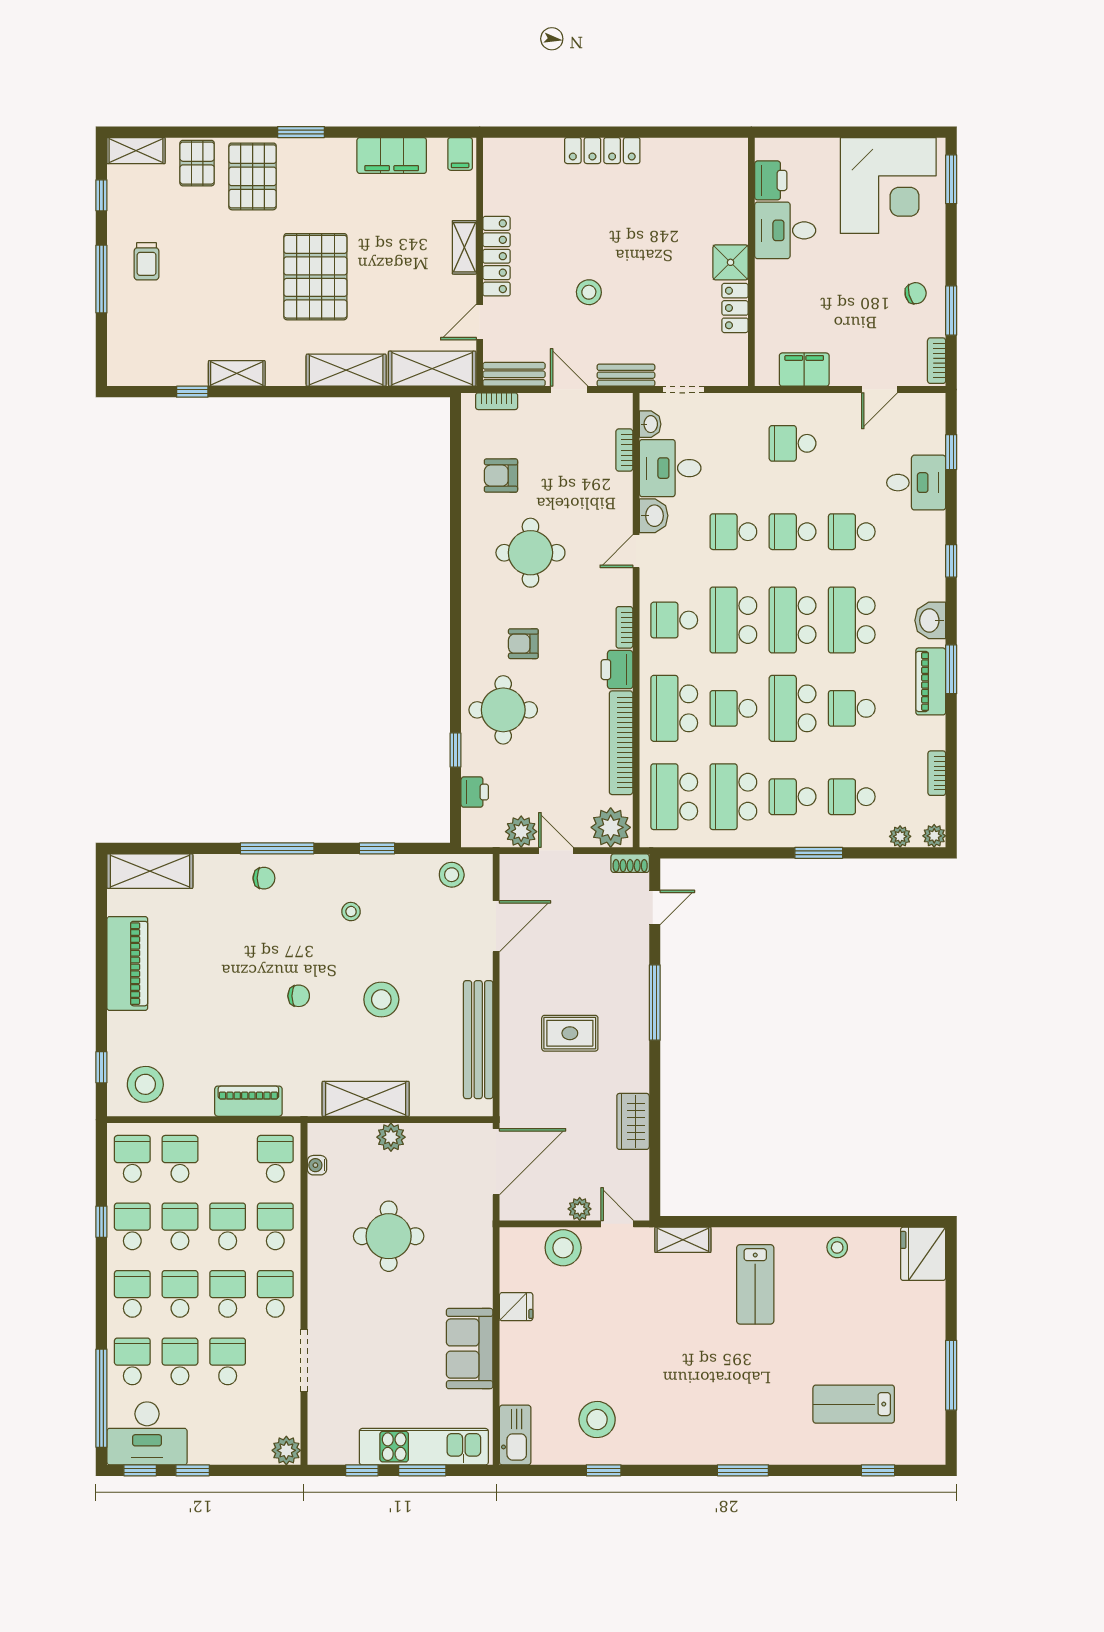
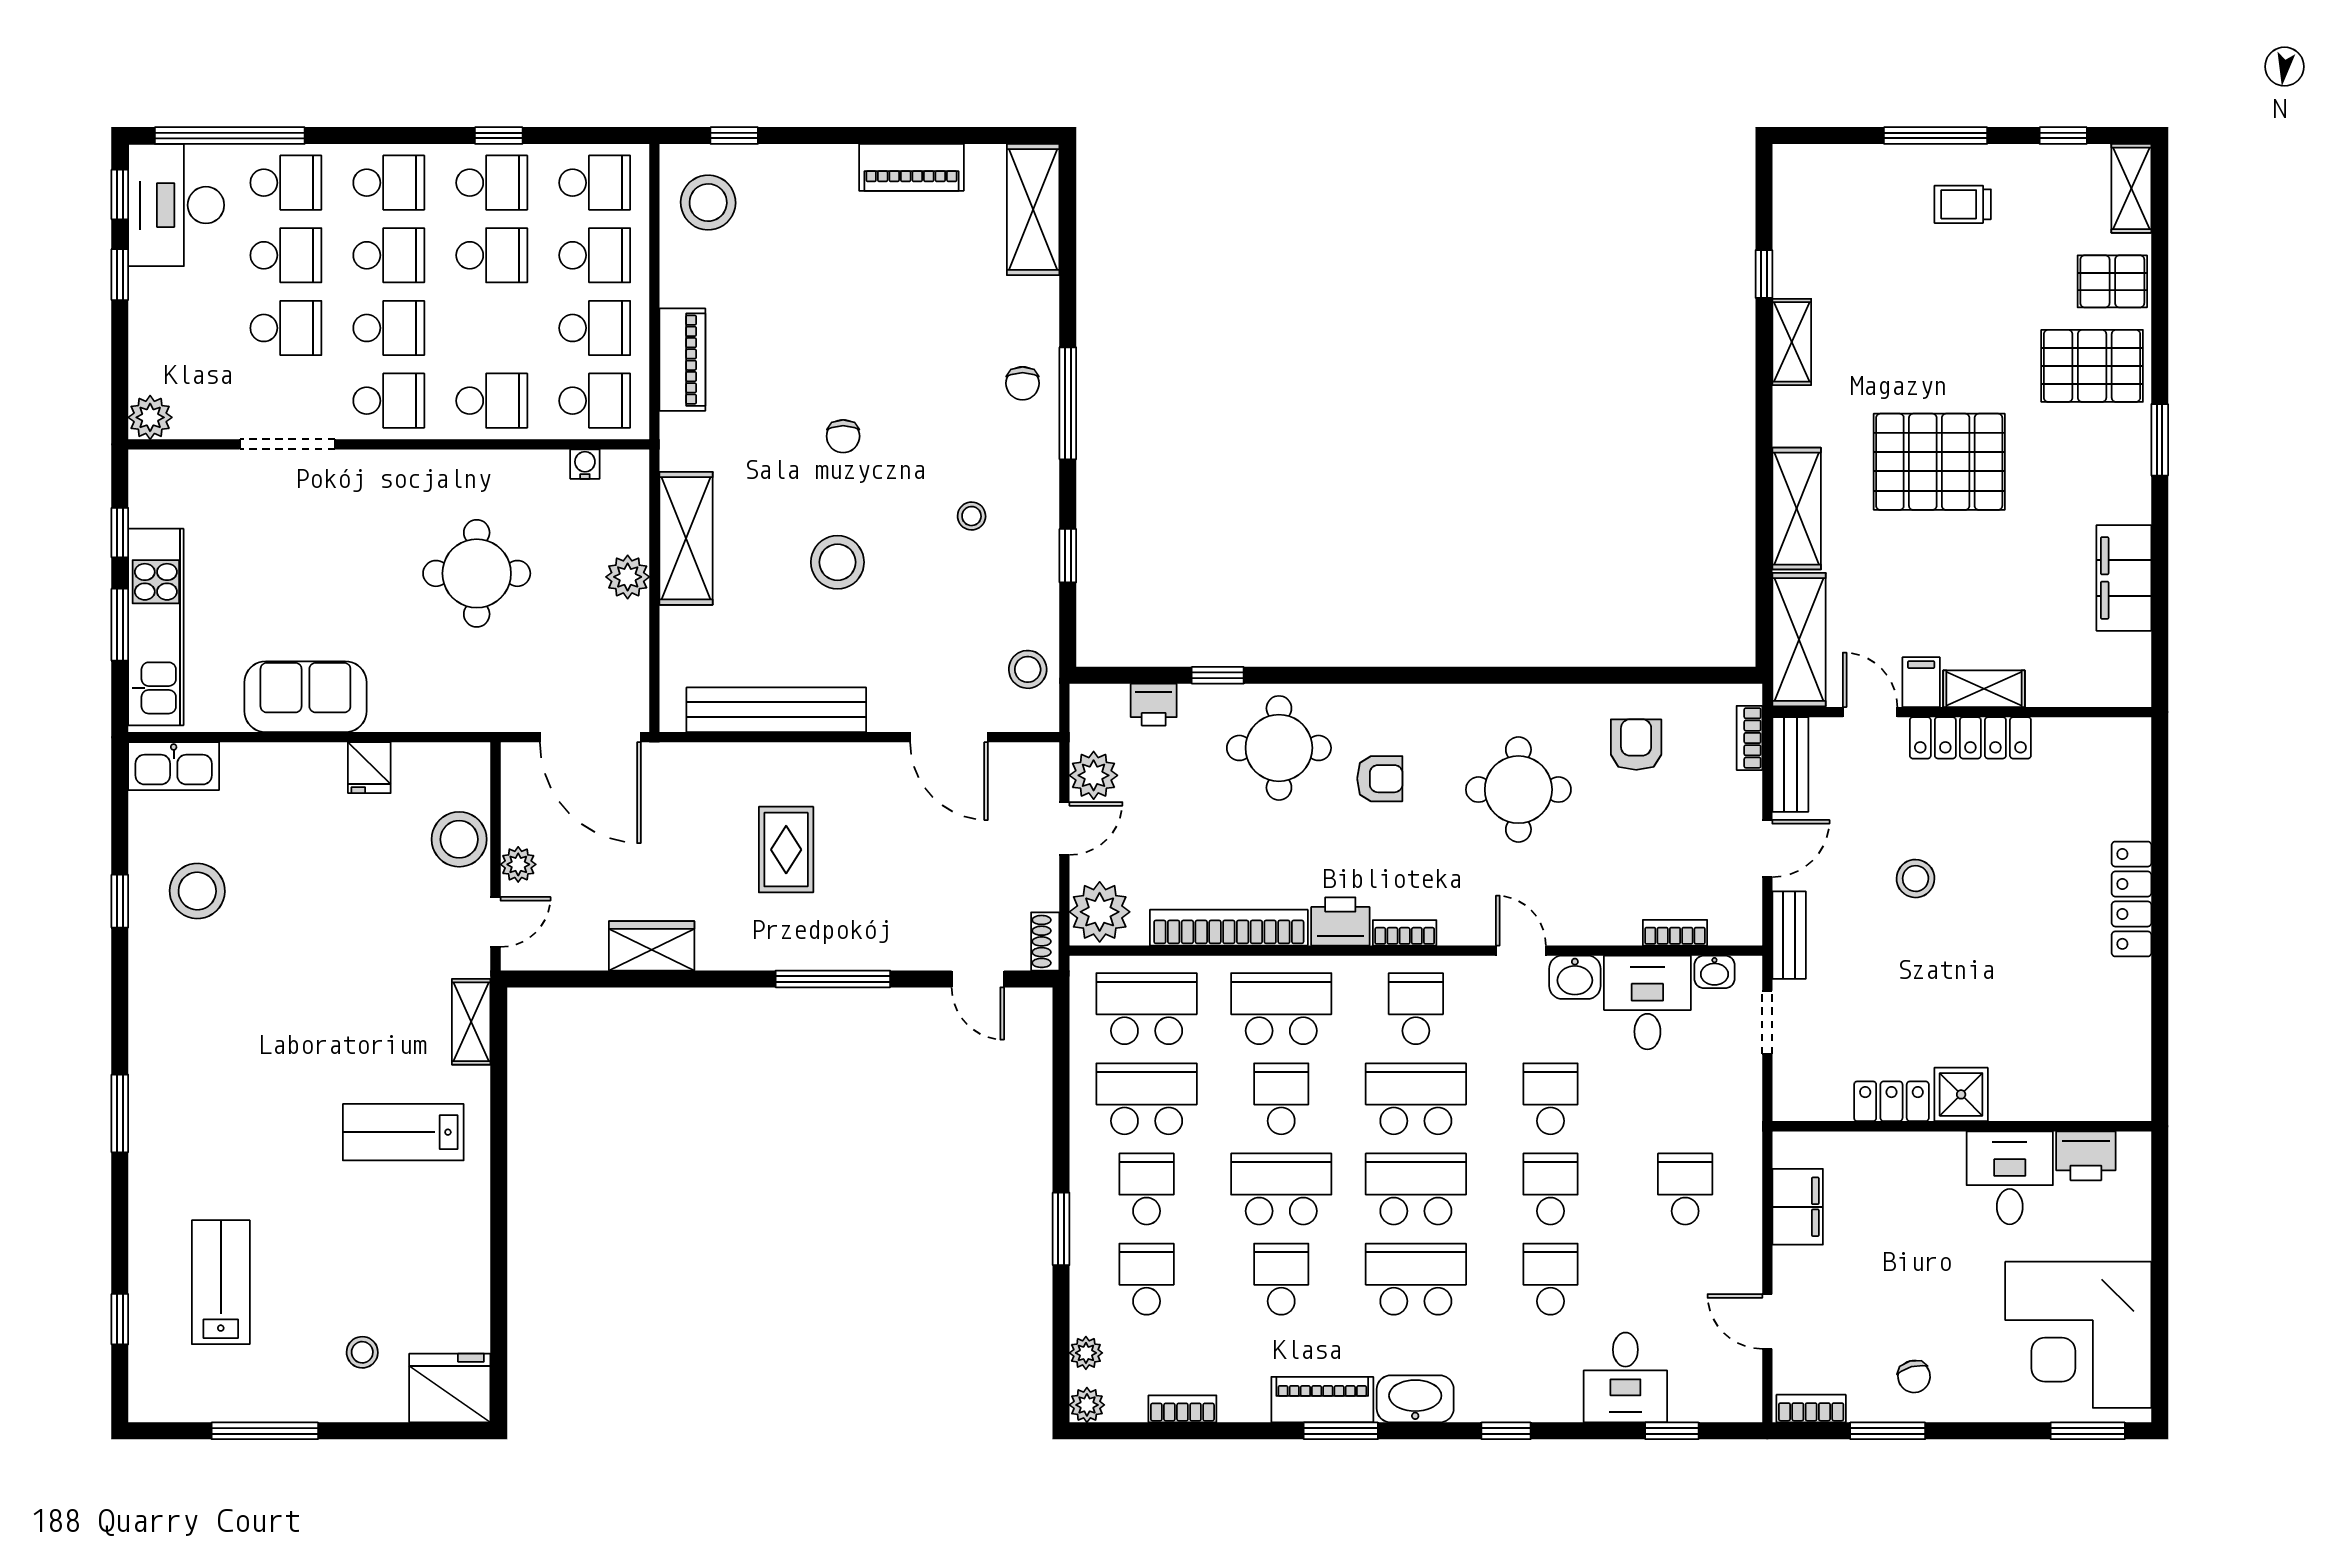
filing cabinet: (460, 154) -> (1921, 682), moved, turned 90
washbasin: (930, 620) -> (1415, 1399), width x1.38
armchair: (523, 644) -> (1380, 779), turned 90
piano: (127, 964) -> (911, 167), width x0.73, depth x0.75
school desk: (228, 1226) -> (595, 328), moved
stool: (837, 1247) -> (362, 1352), moved

